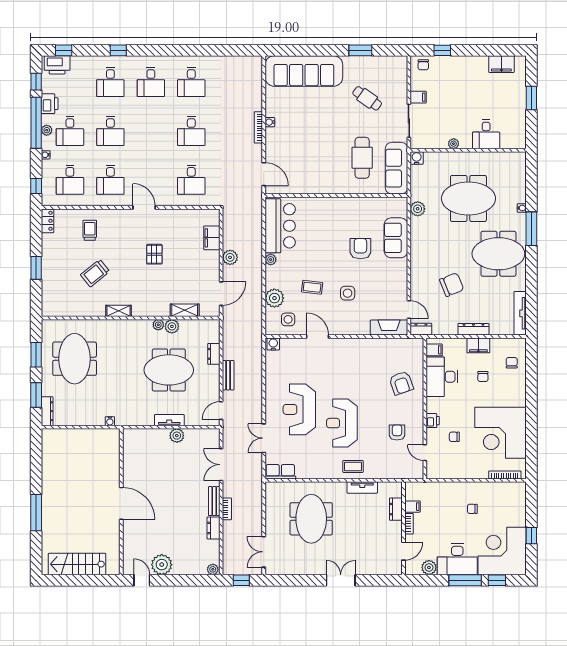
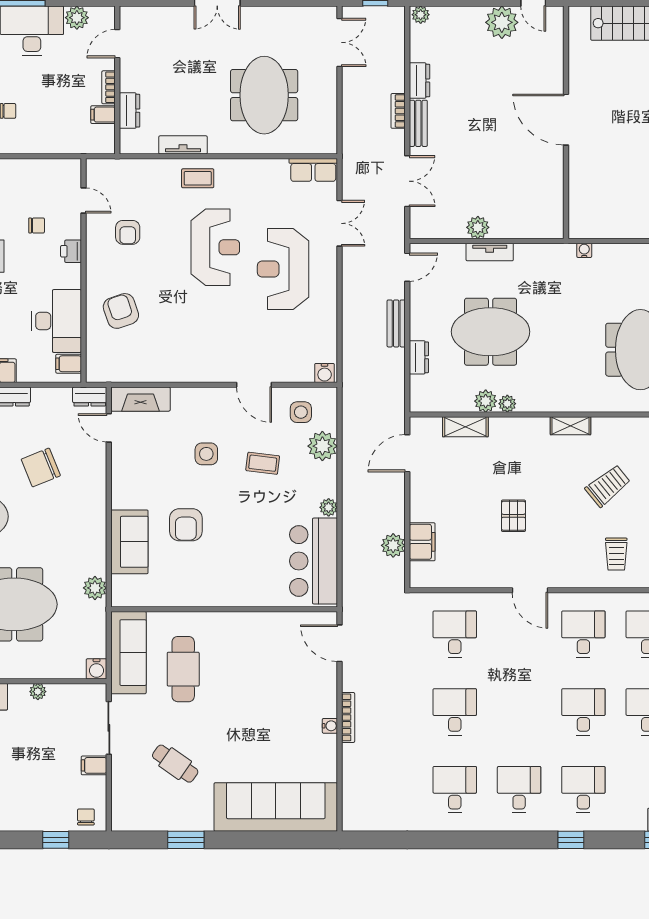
plant: (230, 257) -> (393, 545), moved
reception desk: (299, 409) -> (283, 269), turned 180

